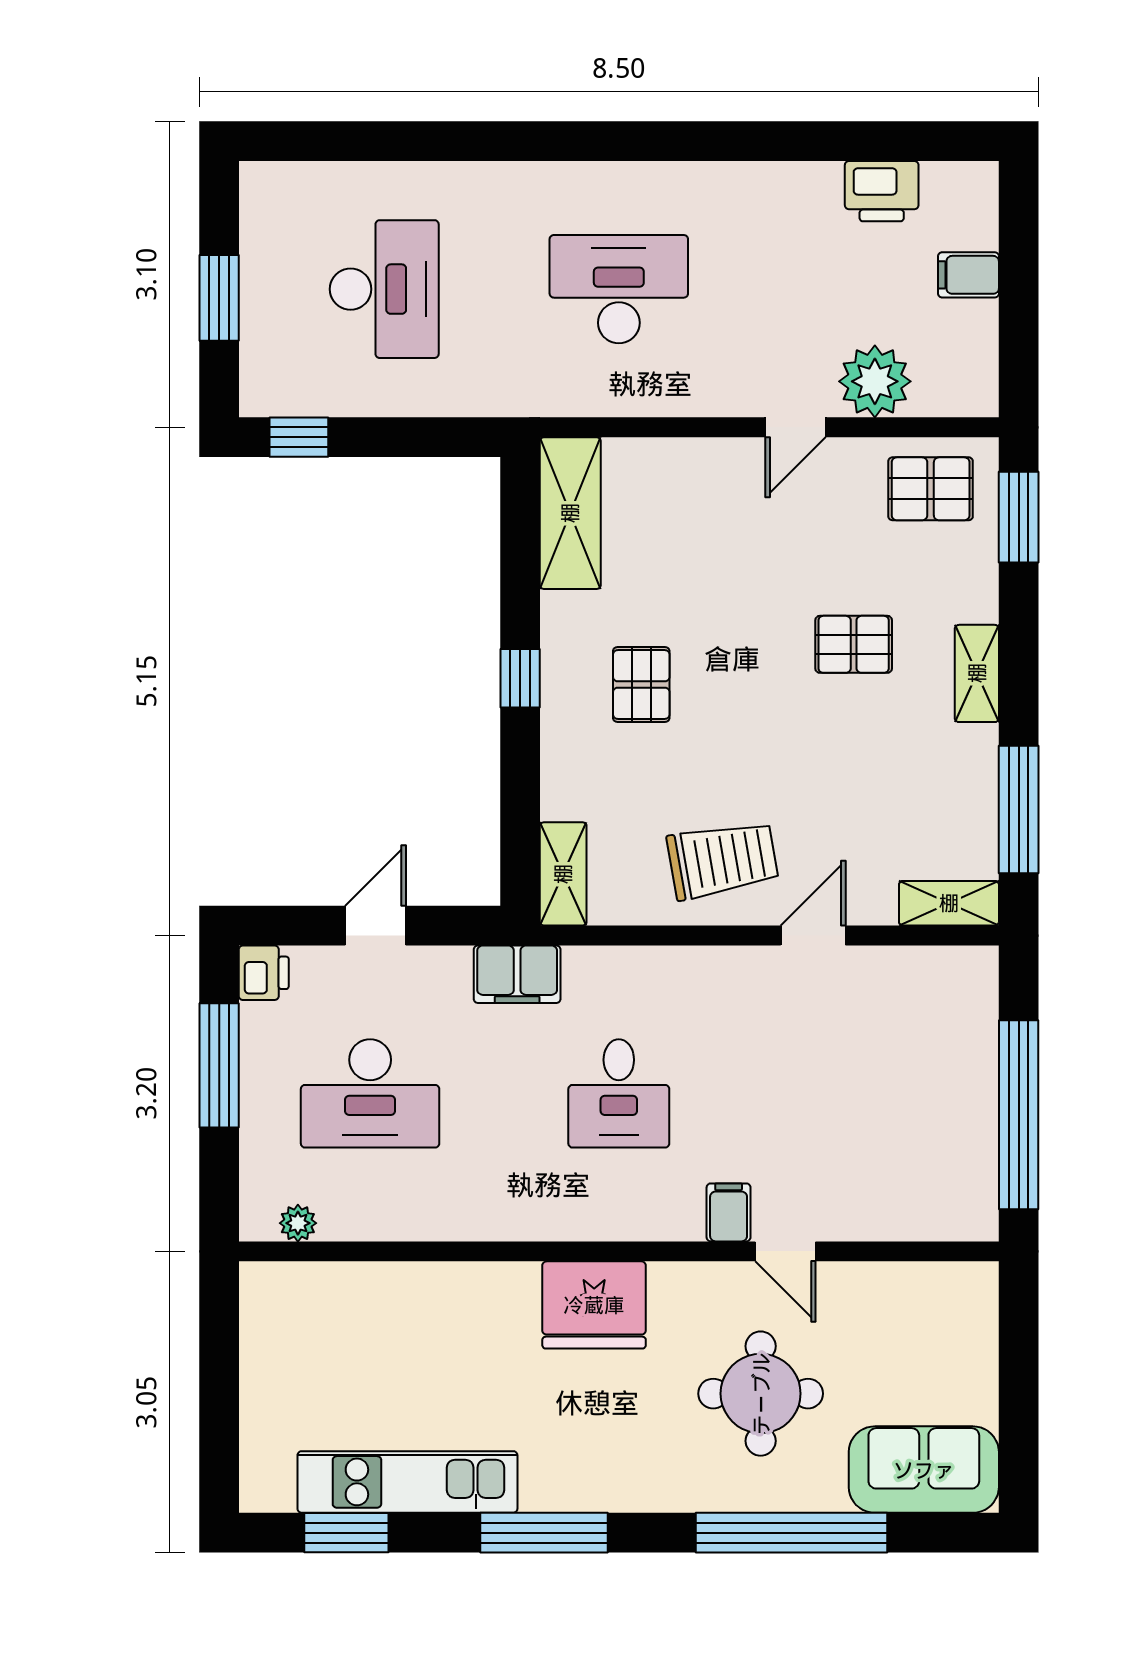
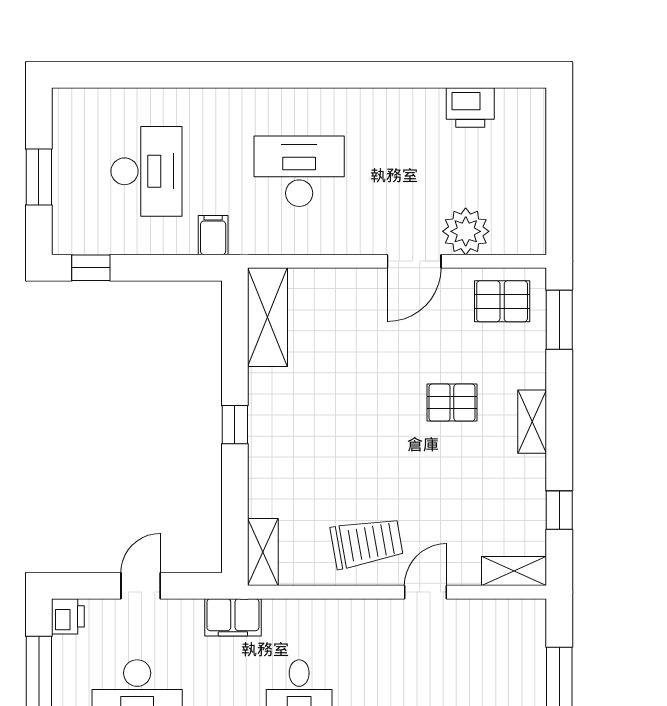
filing cabinet: (968, 275) -> (213, 235), moved, turned 90
door: (795, 427) -> (414, 261), width x1.38
pallet: (641, 685) -> (314, 429), removed
window: (1019, 809) -> (559, 510), width x0.46

